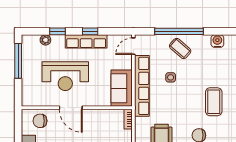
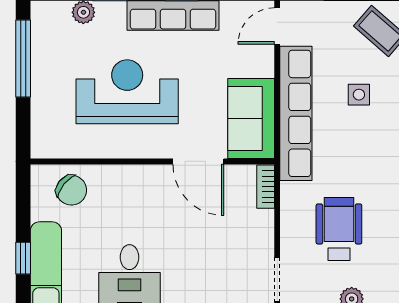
reception desk: (65, 76) -> (127, 92), turned 180
door: (71, 108) -> (198, 161), moved
chair: (40, 121) -> (71, 190), turned -141

